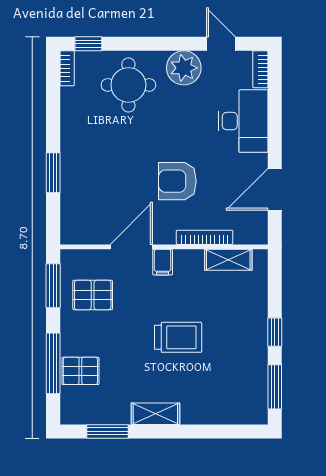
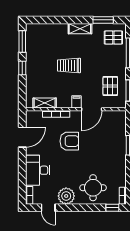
pallet: (93, 295) -> (110, 86), turned 90
pallet: (80, 371) -> (113, 37), moved

